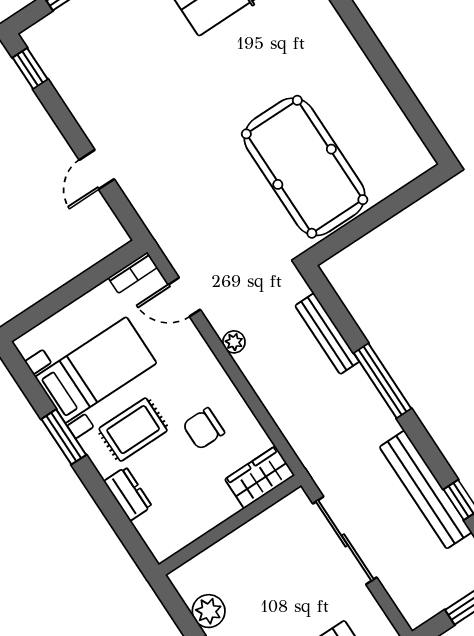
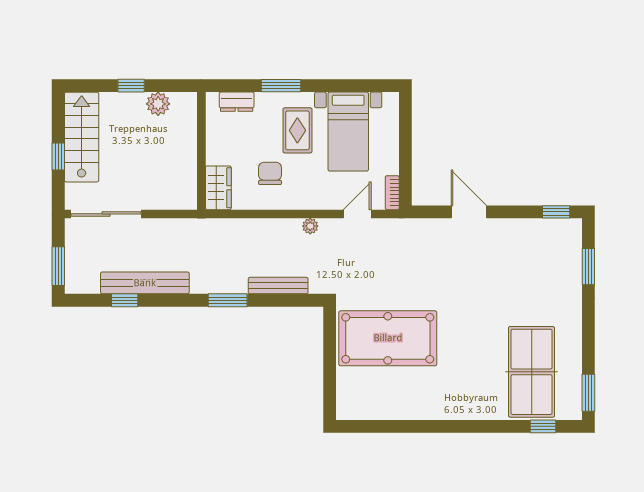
door: (97, 169) -> (469, 212), width x1.38
window: (383, 381) -> (228, 300), width x0.69
window: (64, 437) -> (281, 86), moved
dresser: (128, 494) -> (237, 102), moved
sliding door: (345, 540) -> (106, 214), moved

